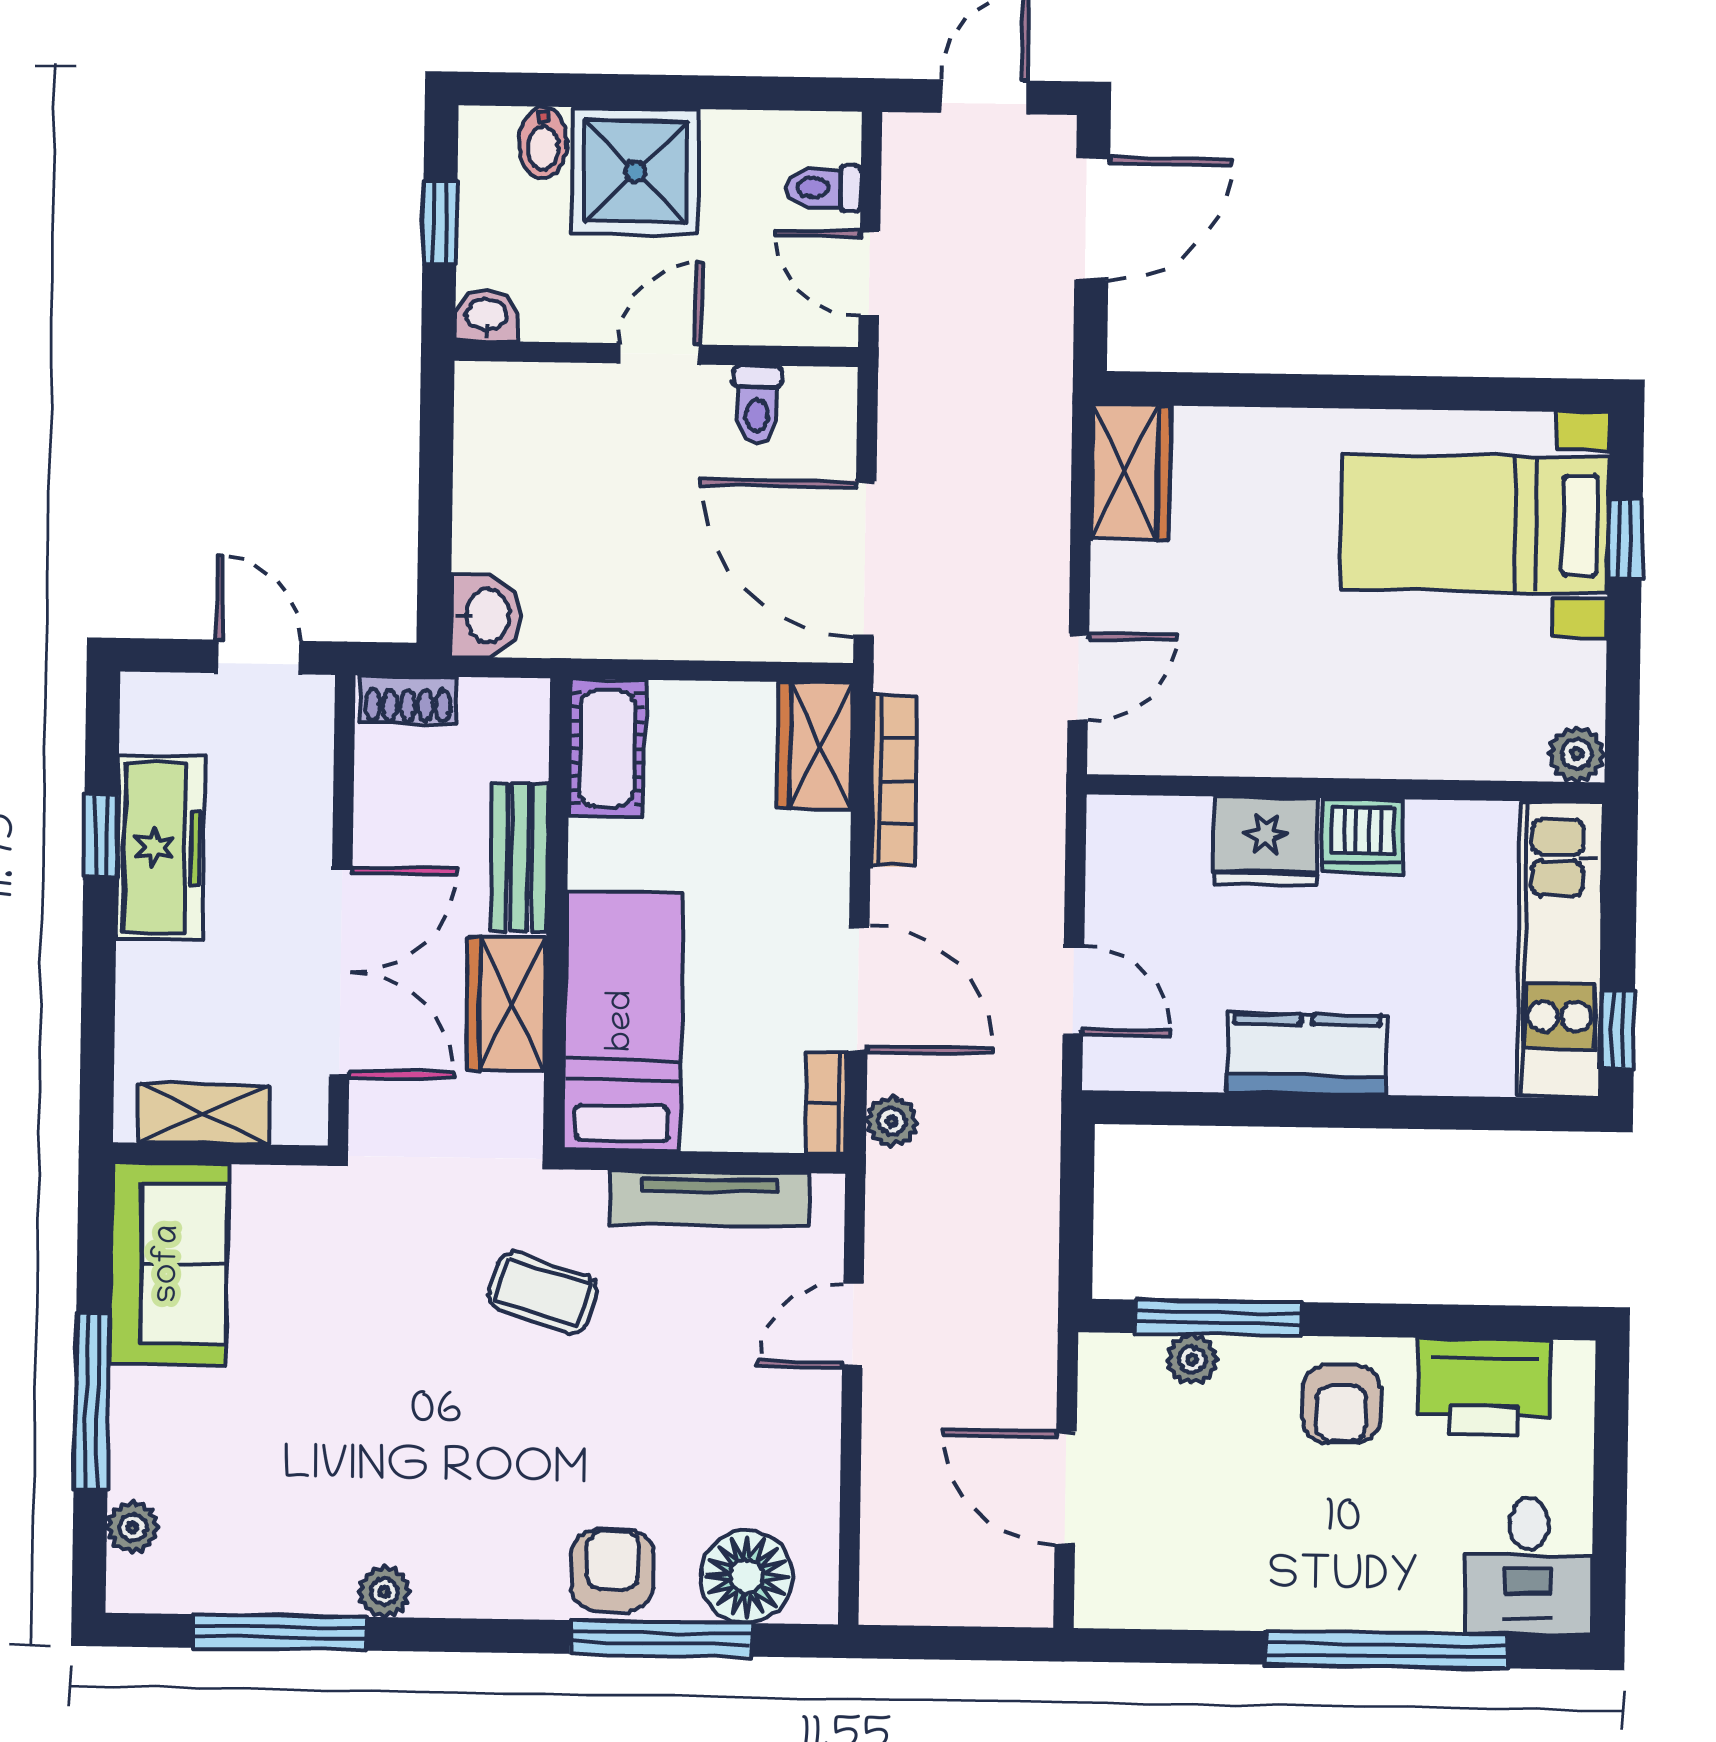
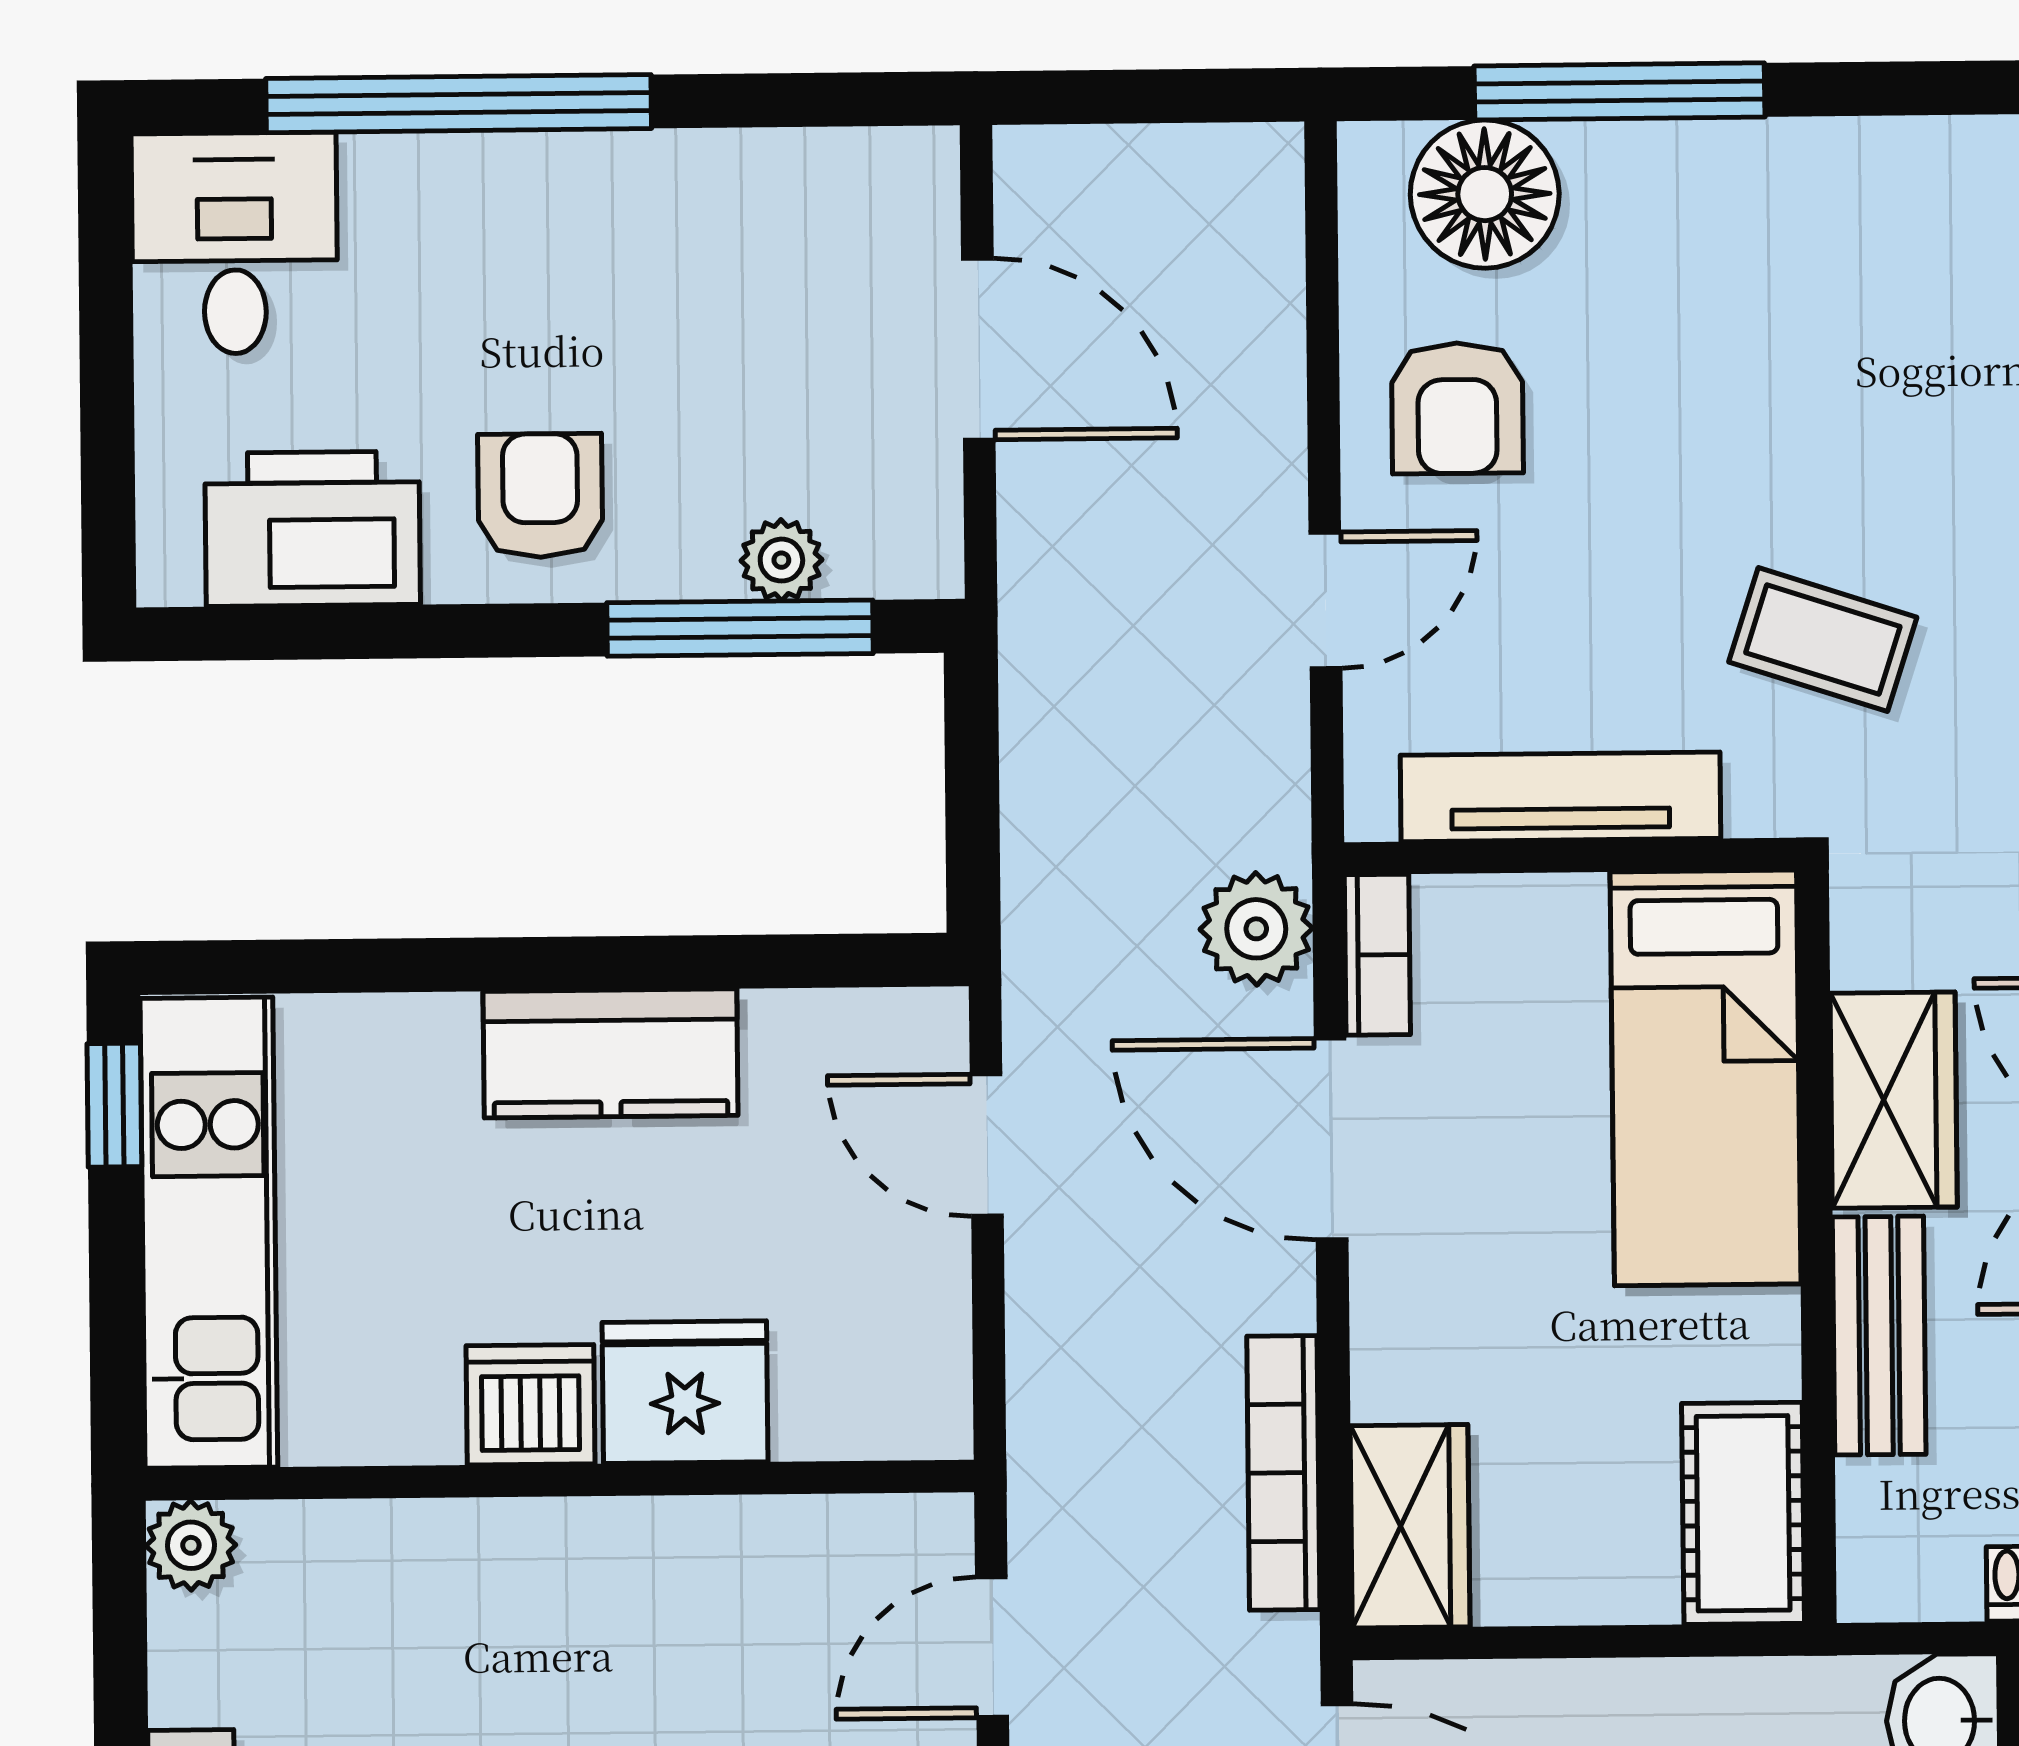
plant: (892, 1121) -> (1256, 929), width x1.38, depth x1.38
armchair: (613, 1570) -> (1457, 408), moved

